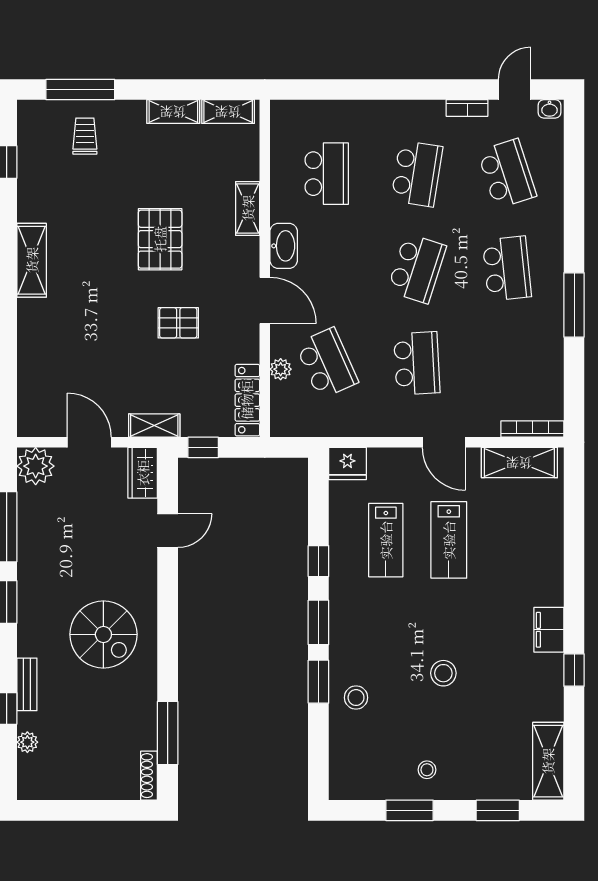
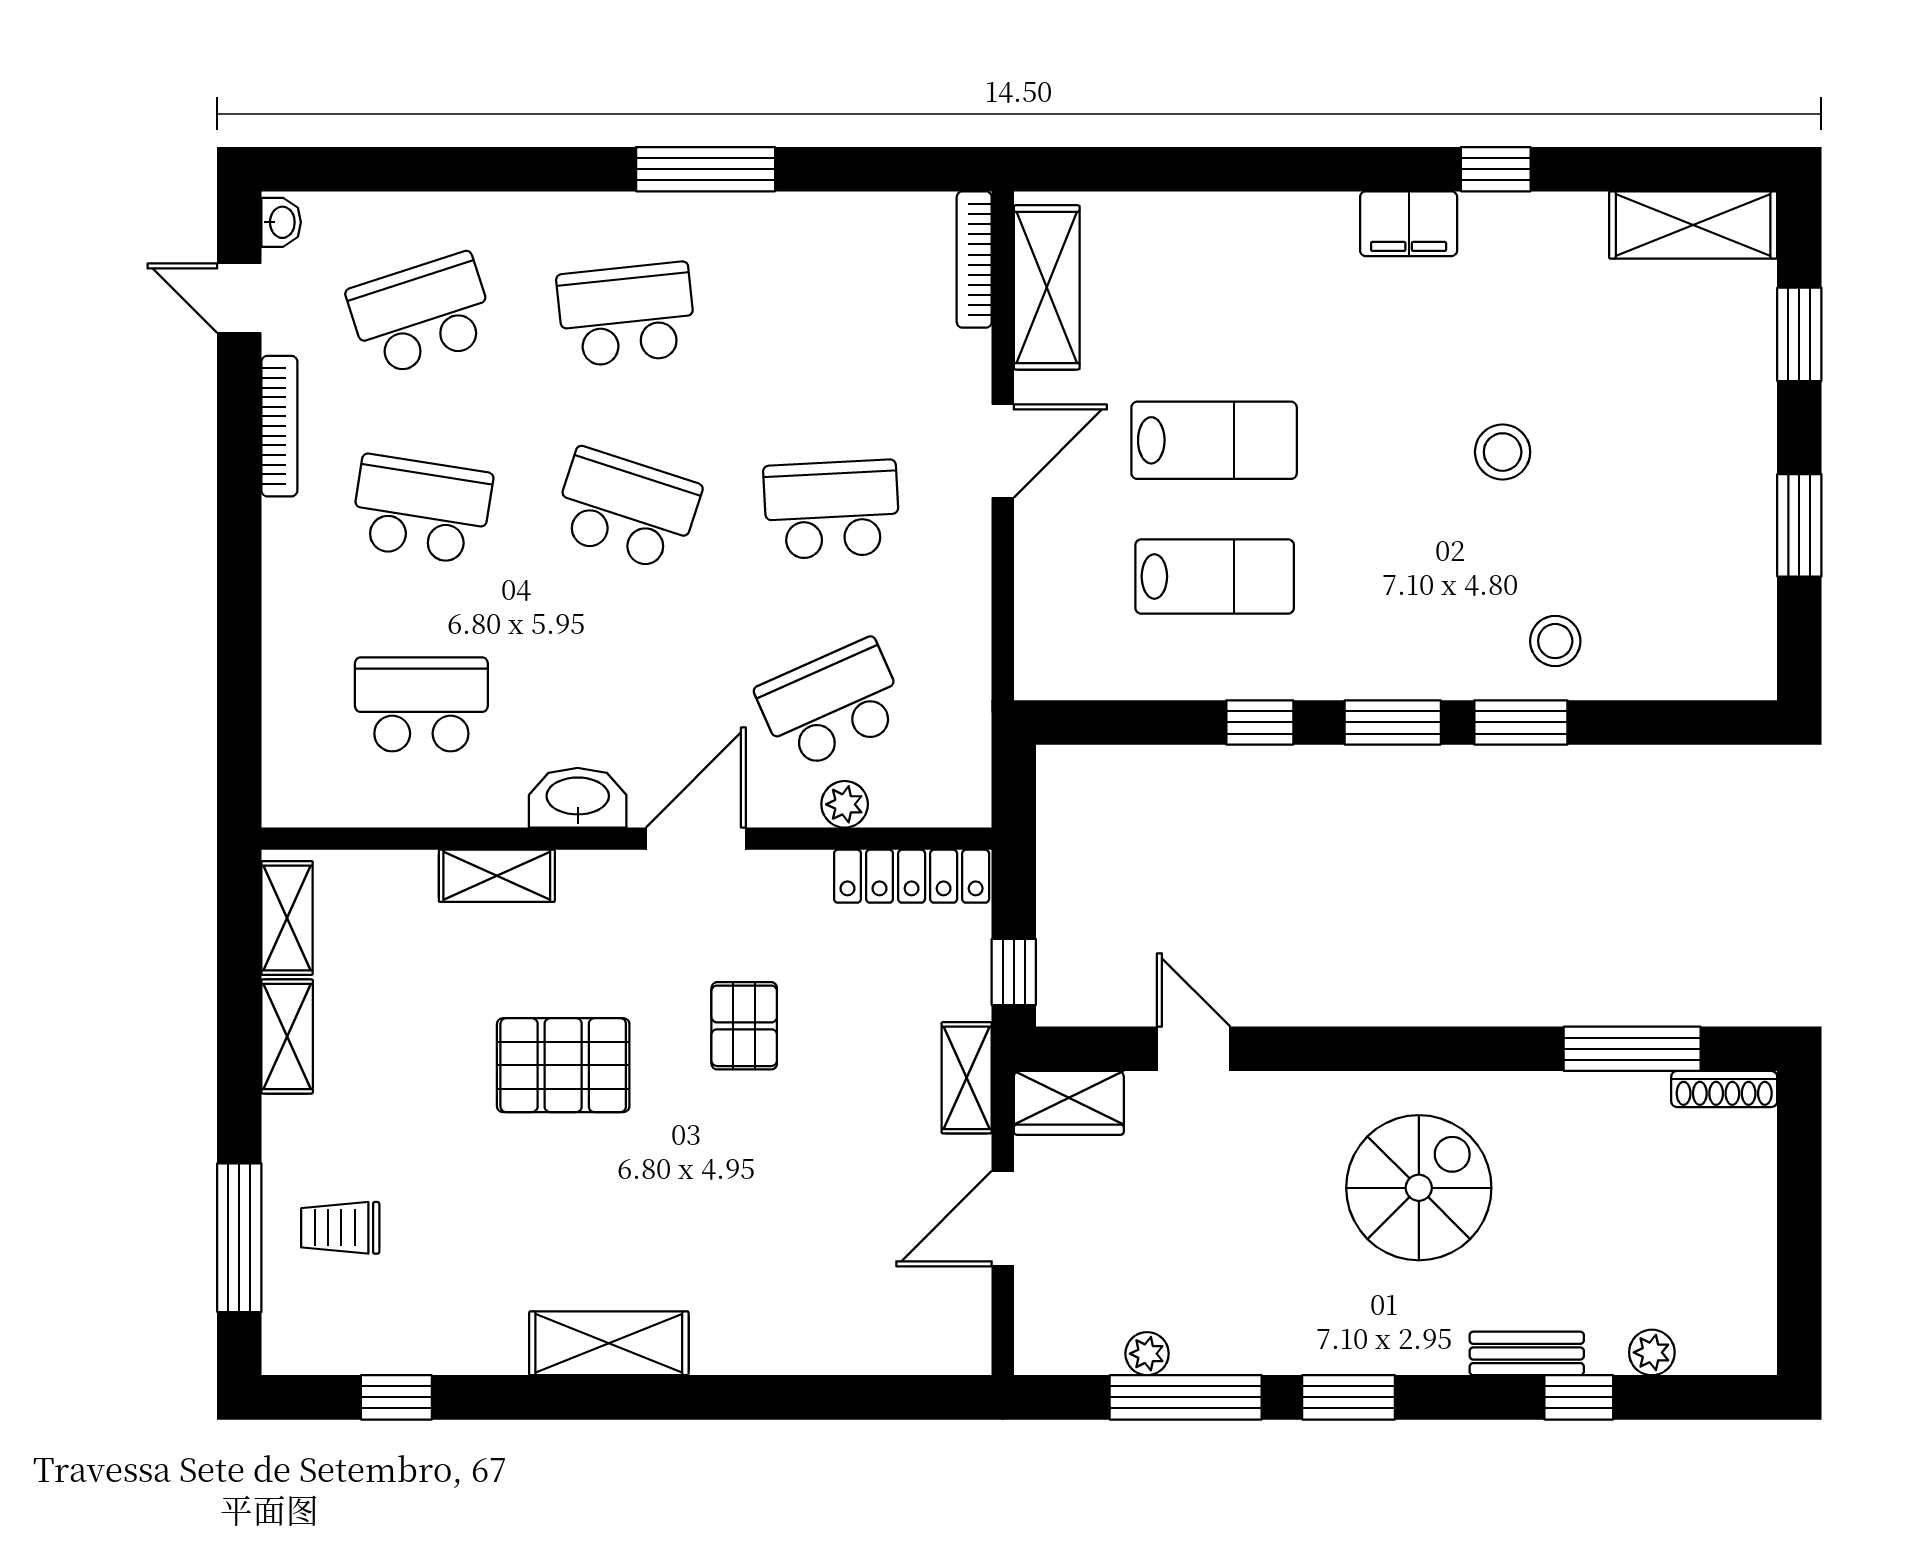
bookcase: (467, 108) -> (279, 426), width x1.56
fridge: (347, 464) -> (1049, 660), removed
plant: (36, 466) -> (1147, 1354), moved, width x0.53, depth x0.53
stool: (427, 770) -> (1712, 487), removed

